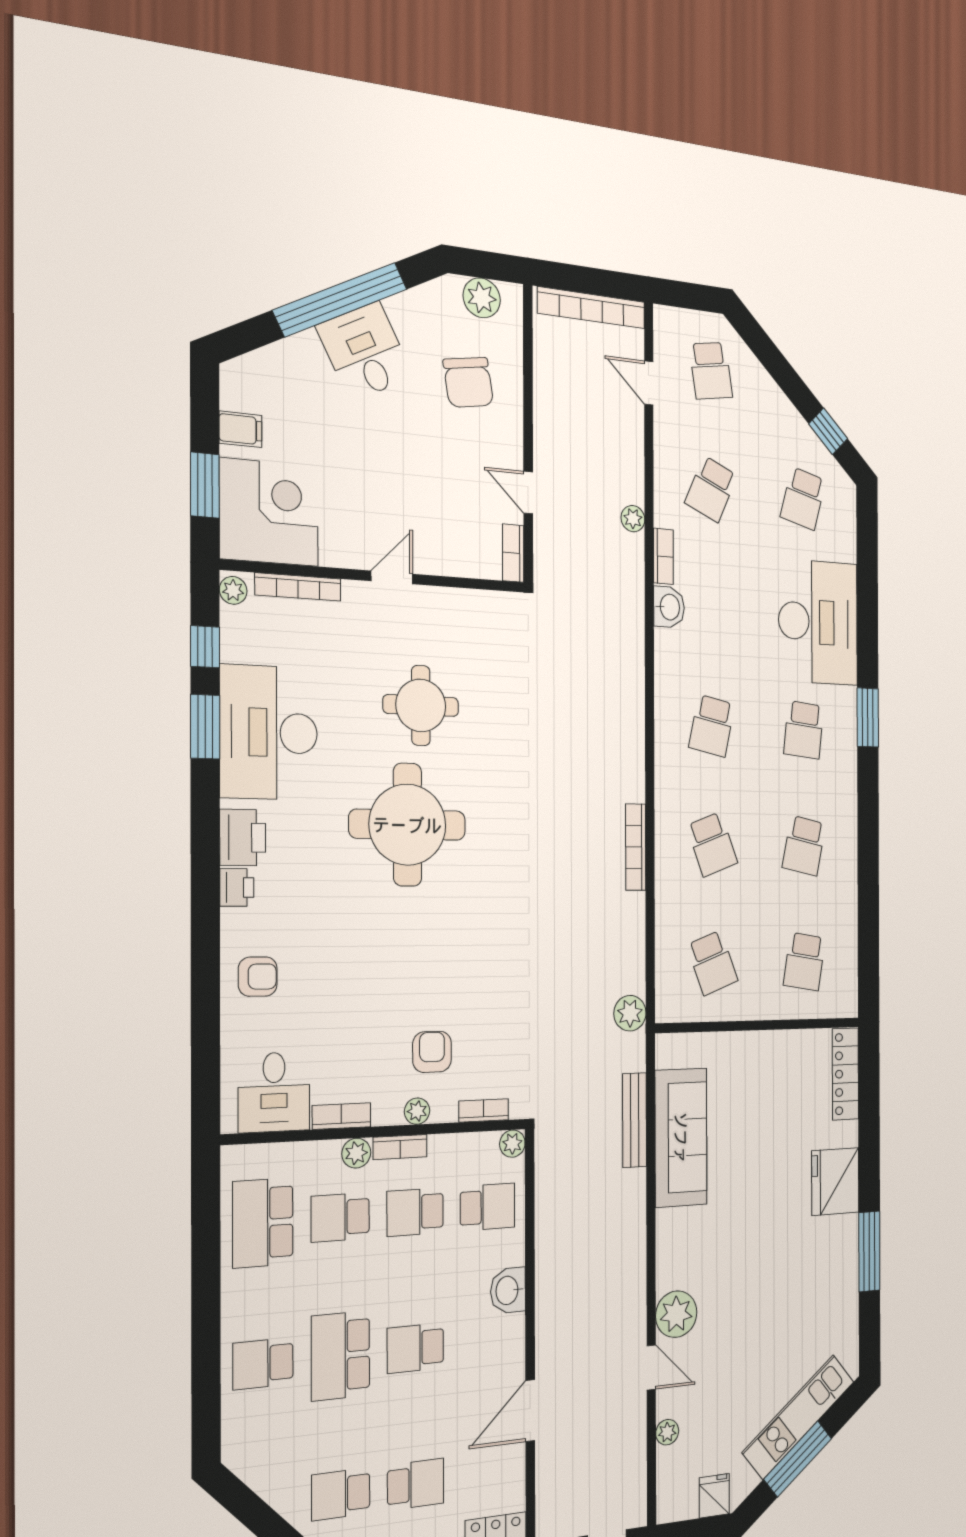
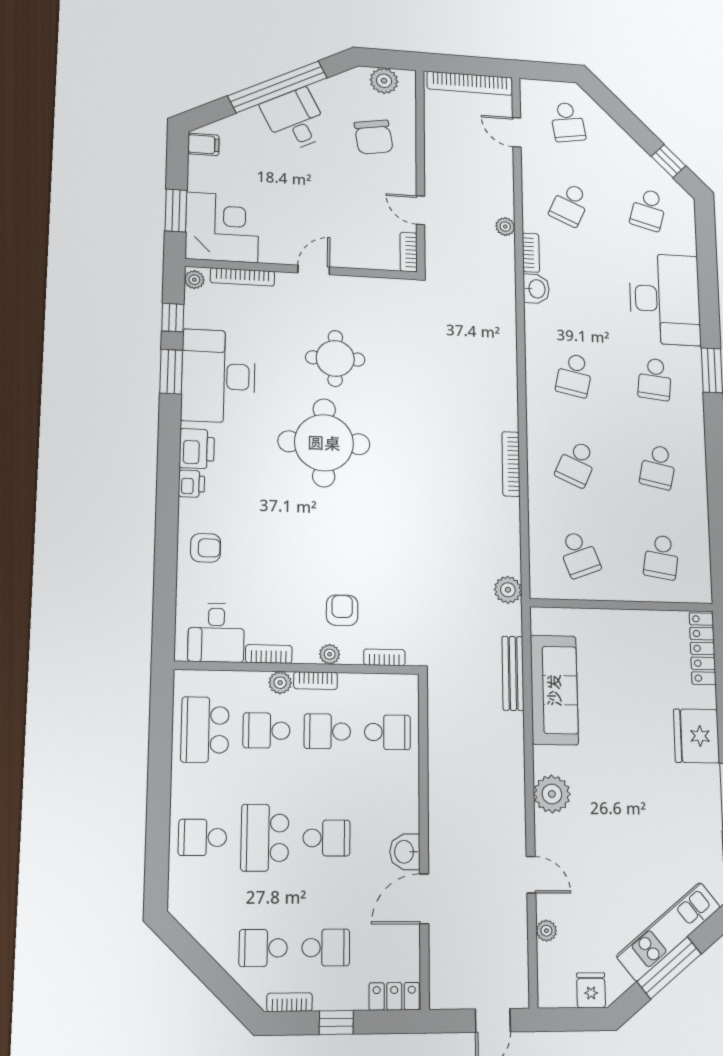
filing cabinet: (241, 429) -> (203, 144), moved
school desk: (712, 844) -> (577, 464), turned 45
plant: (512, 1144) -> (408, 684), removed
washbasin: (508, 1290) -> (405, 852), moved
plant: (676, 1314) -> (552, 794), moved
school desk: (415, 1348) -> (327, 838), turned 180

